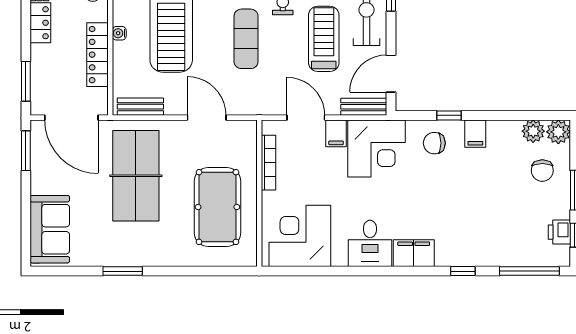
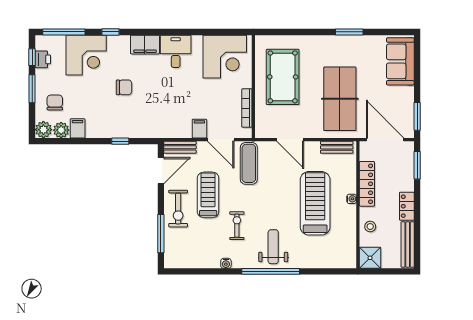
exercise mat: (246, 39) -> (249, 163), moved
treadmill: (324, 39) -> (208, 195), turned 180
filing cabinet: (475, 134) -> (78, 128), moved
chair: (434, 143) -> (124, 87), moved
corner desk: (377, 148) -> (86, 55), moved, turned 180

